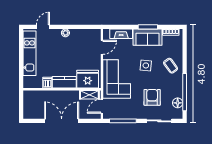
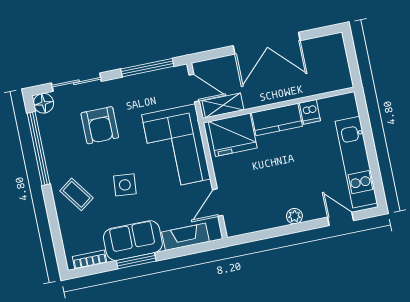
door: (43, 27) -> (341, 219), swing flipped
floor lamp: (178, 103) -> (44, 103), moved
door: (102, 106) -> (194, 88), hinge flipped

